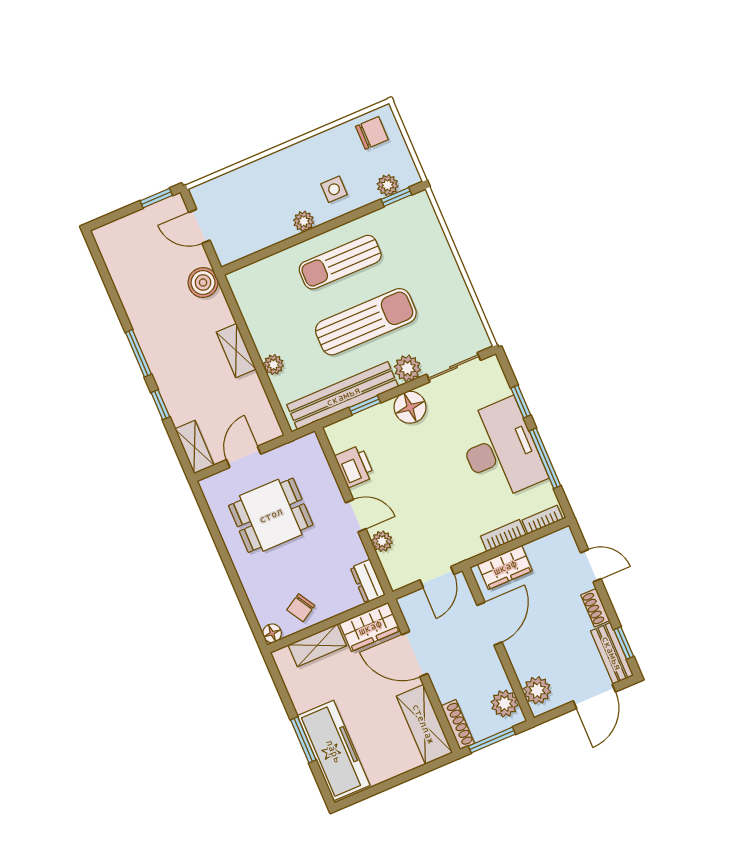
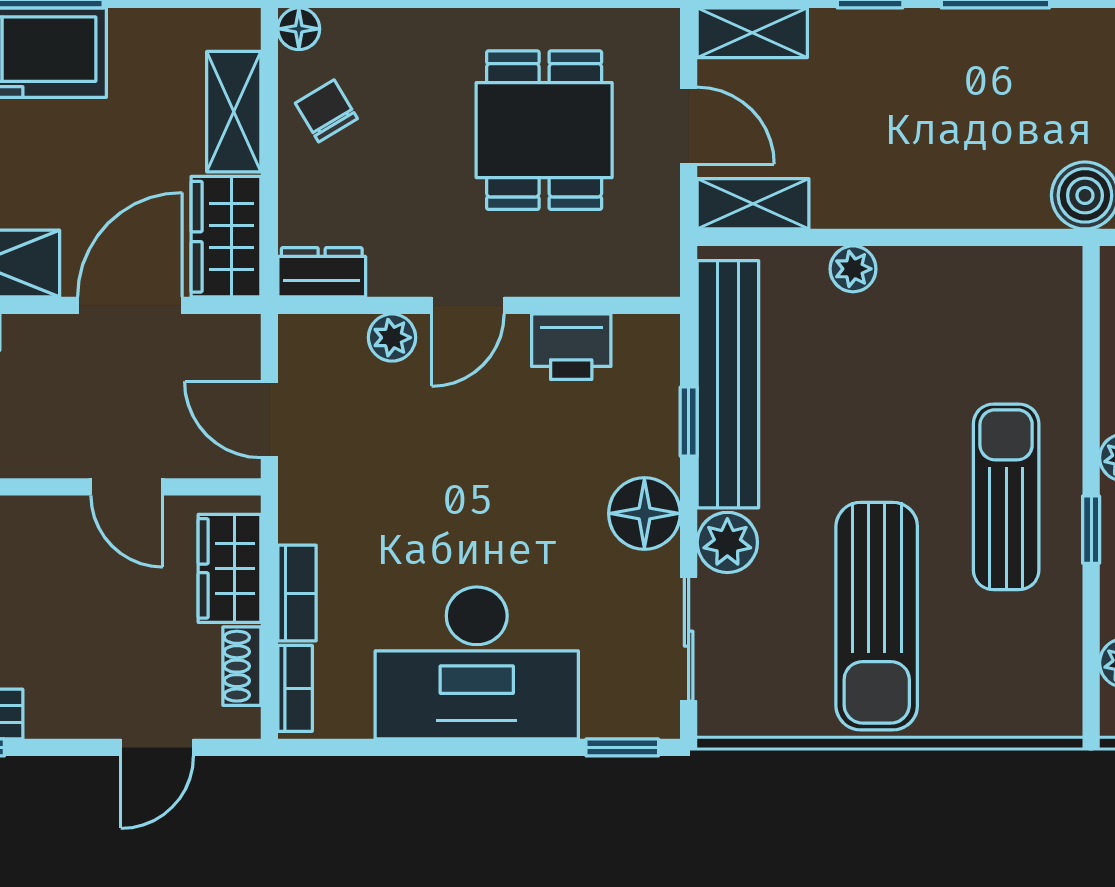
window: (396, 197) -> (1091, 530), moved
sun lounger: (366, 322) -> (877, 616), moved
shelving: (236, 351) -> (753, 204), moved
window: (521, 402) -> (622, 747), moved
window: (545, 458) -> (420, 747), removed
shoe rack: (595, 608) -> (242, 666), moved, turned -90
door: (489, 624) -> (127, 487), width x0.73

